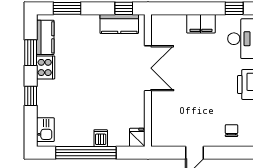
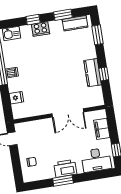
cooker: (46, 67) -> (41, 29), moved
double door: (148, 68) -> (68, 113), moved
wall: (148, 80) -> (59, 114), moved

